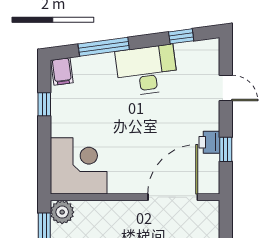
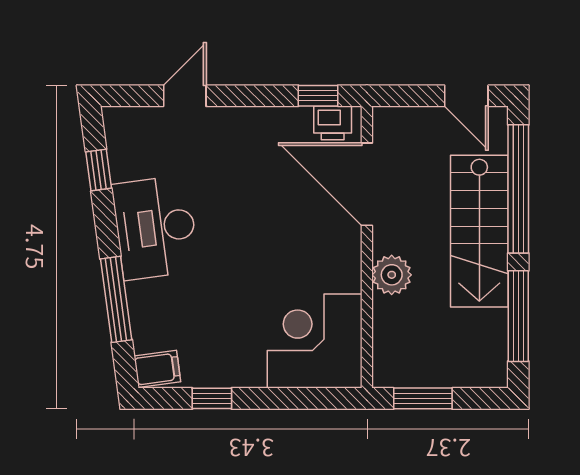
printer: (209, 142) -> (333, 123), moved
window: (226, 149) -> (318, 96), moved
plant: (62, 212) -> (392, 275), moved

